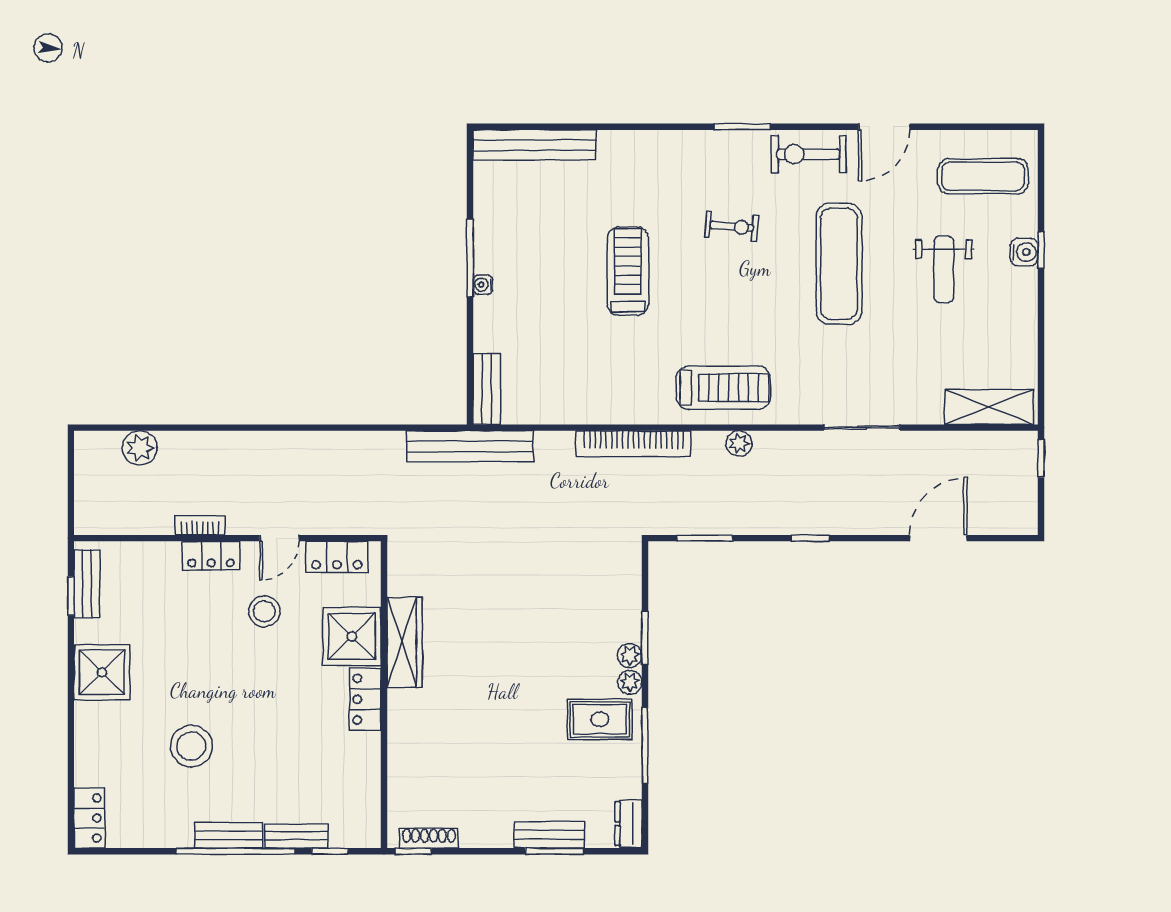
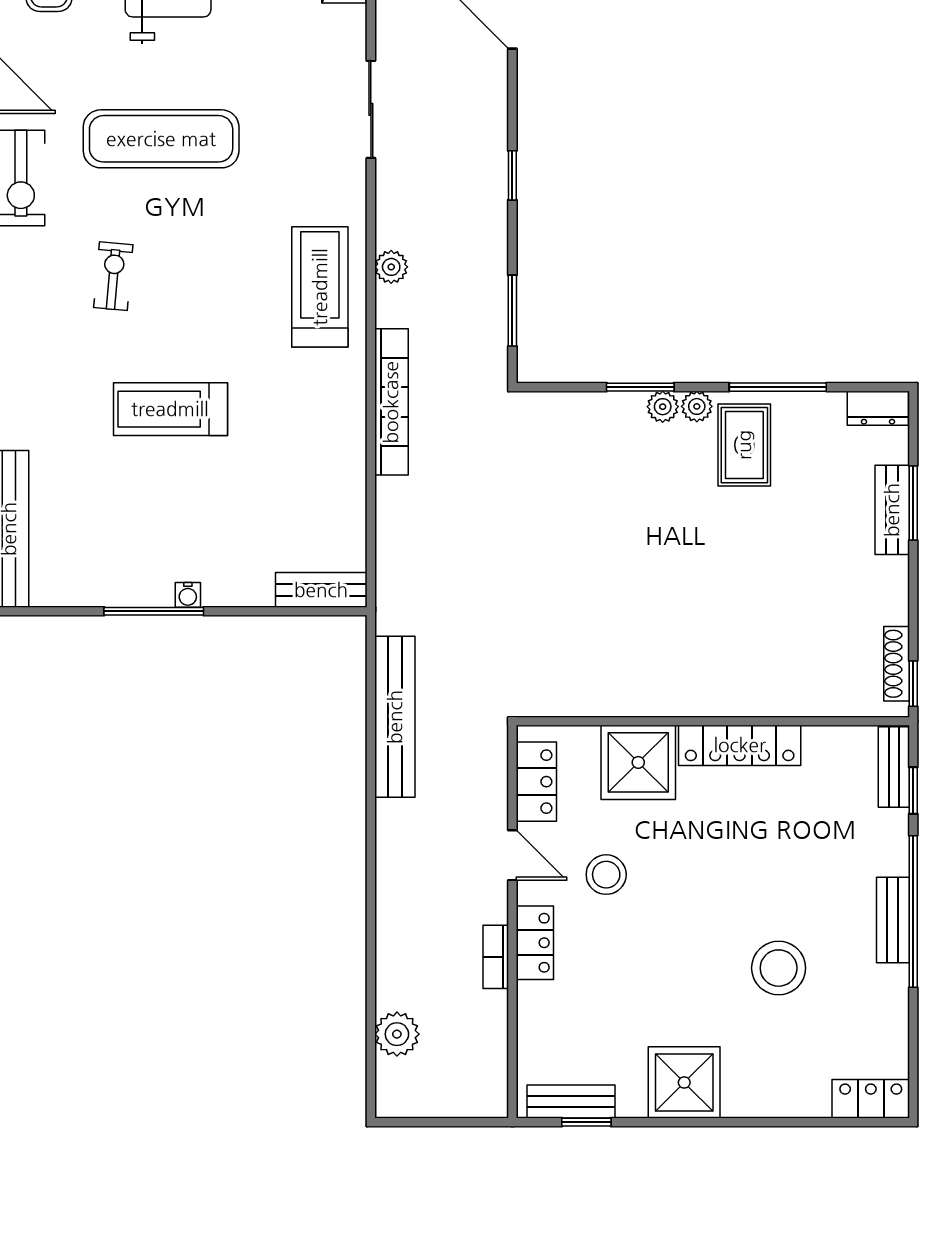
bench: (470, 446) -> (395, 717), moved
wardrobe: (405, 642) -> (646, 695), removed
locker: (365, 699) -> (740, 745), width x1.53
bench: (296, 836) -> (894, 767), moved

